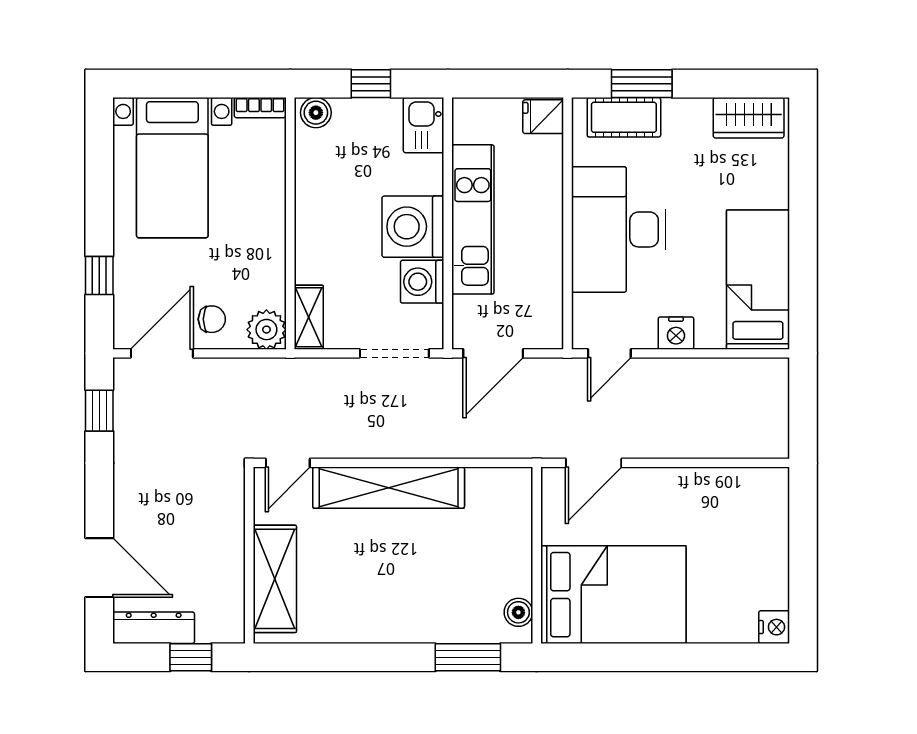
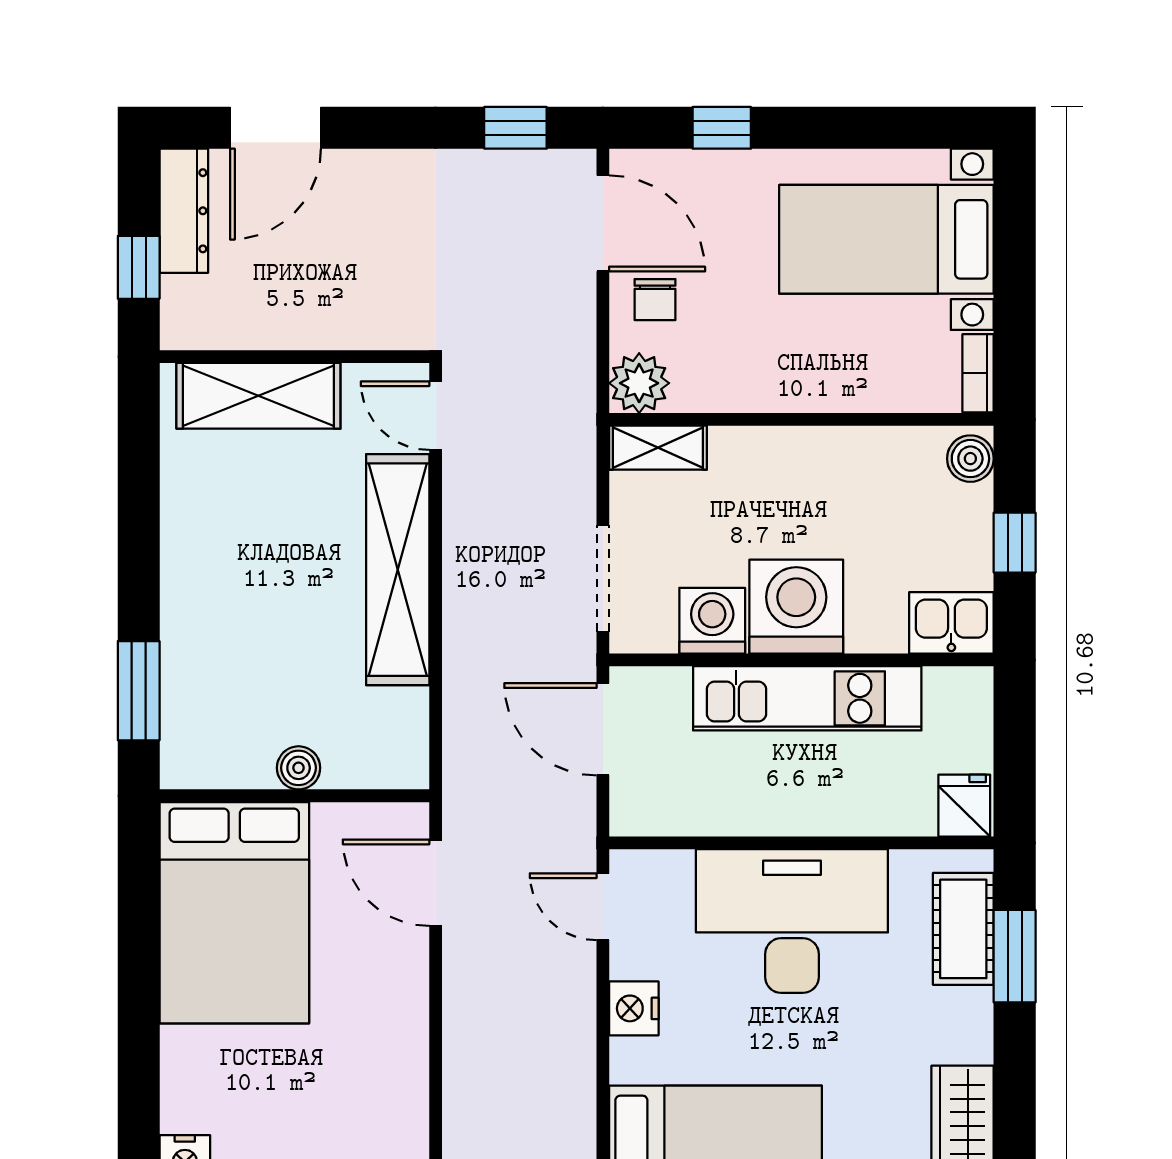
boiler: (518, 612) -> (299, 768), moved

